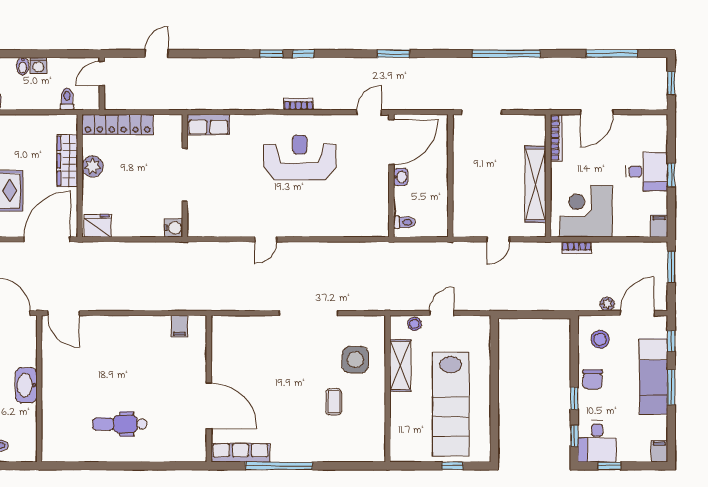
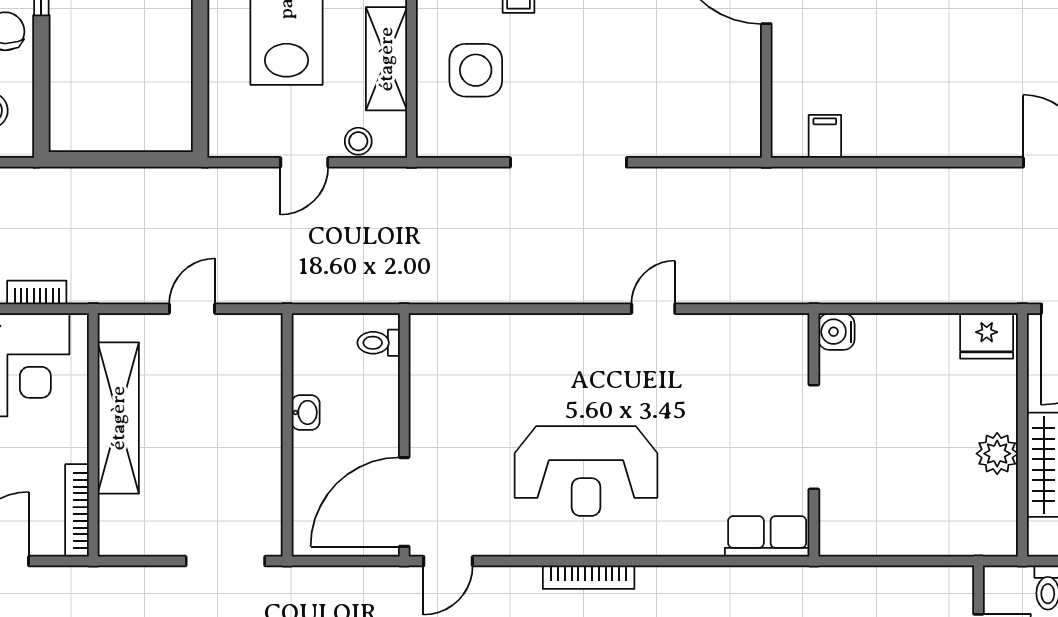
bookcase: (298, 104) -> (589, 577), width x1.56
locker: (118, 125) -> (947, 537), removed
washbasin: (401, 177) -> (306, 412), moved, turned 180

